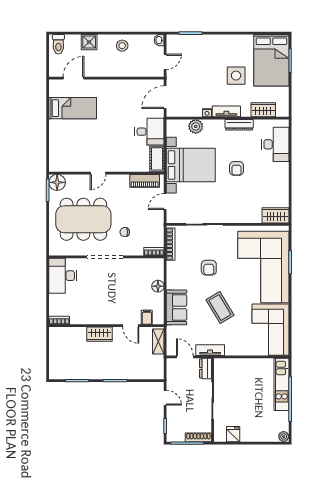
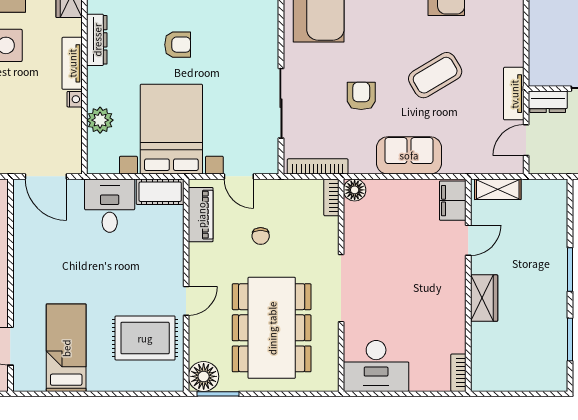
rug: (78, 151) -> (145, 338), added
door: (98, 173) -> (186, 301), hinge flipped
chair: (125, 232) -> (261, 236), moved
armchair: (209, 268) -> (361, 96), turned -90
floor lamp: (158, 286) -> (355, 190), moved
sofa: (177, 307) -> (409, 155), moved
filing cabinet: (147, 317) -> (453, 201), width x2.00

